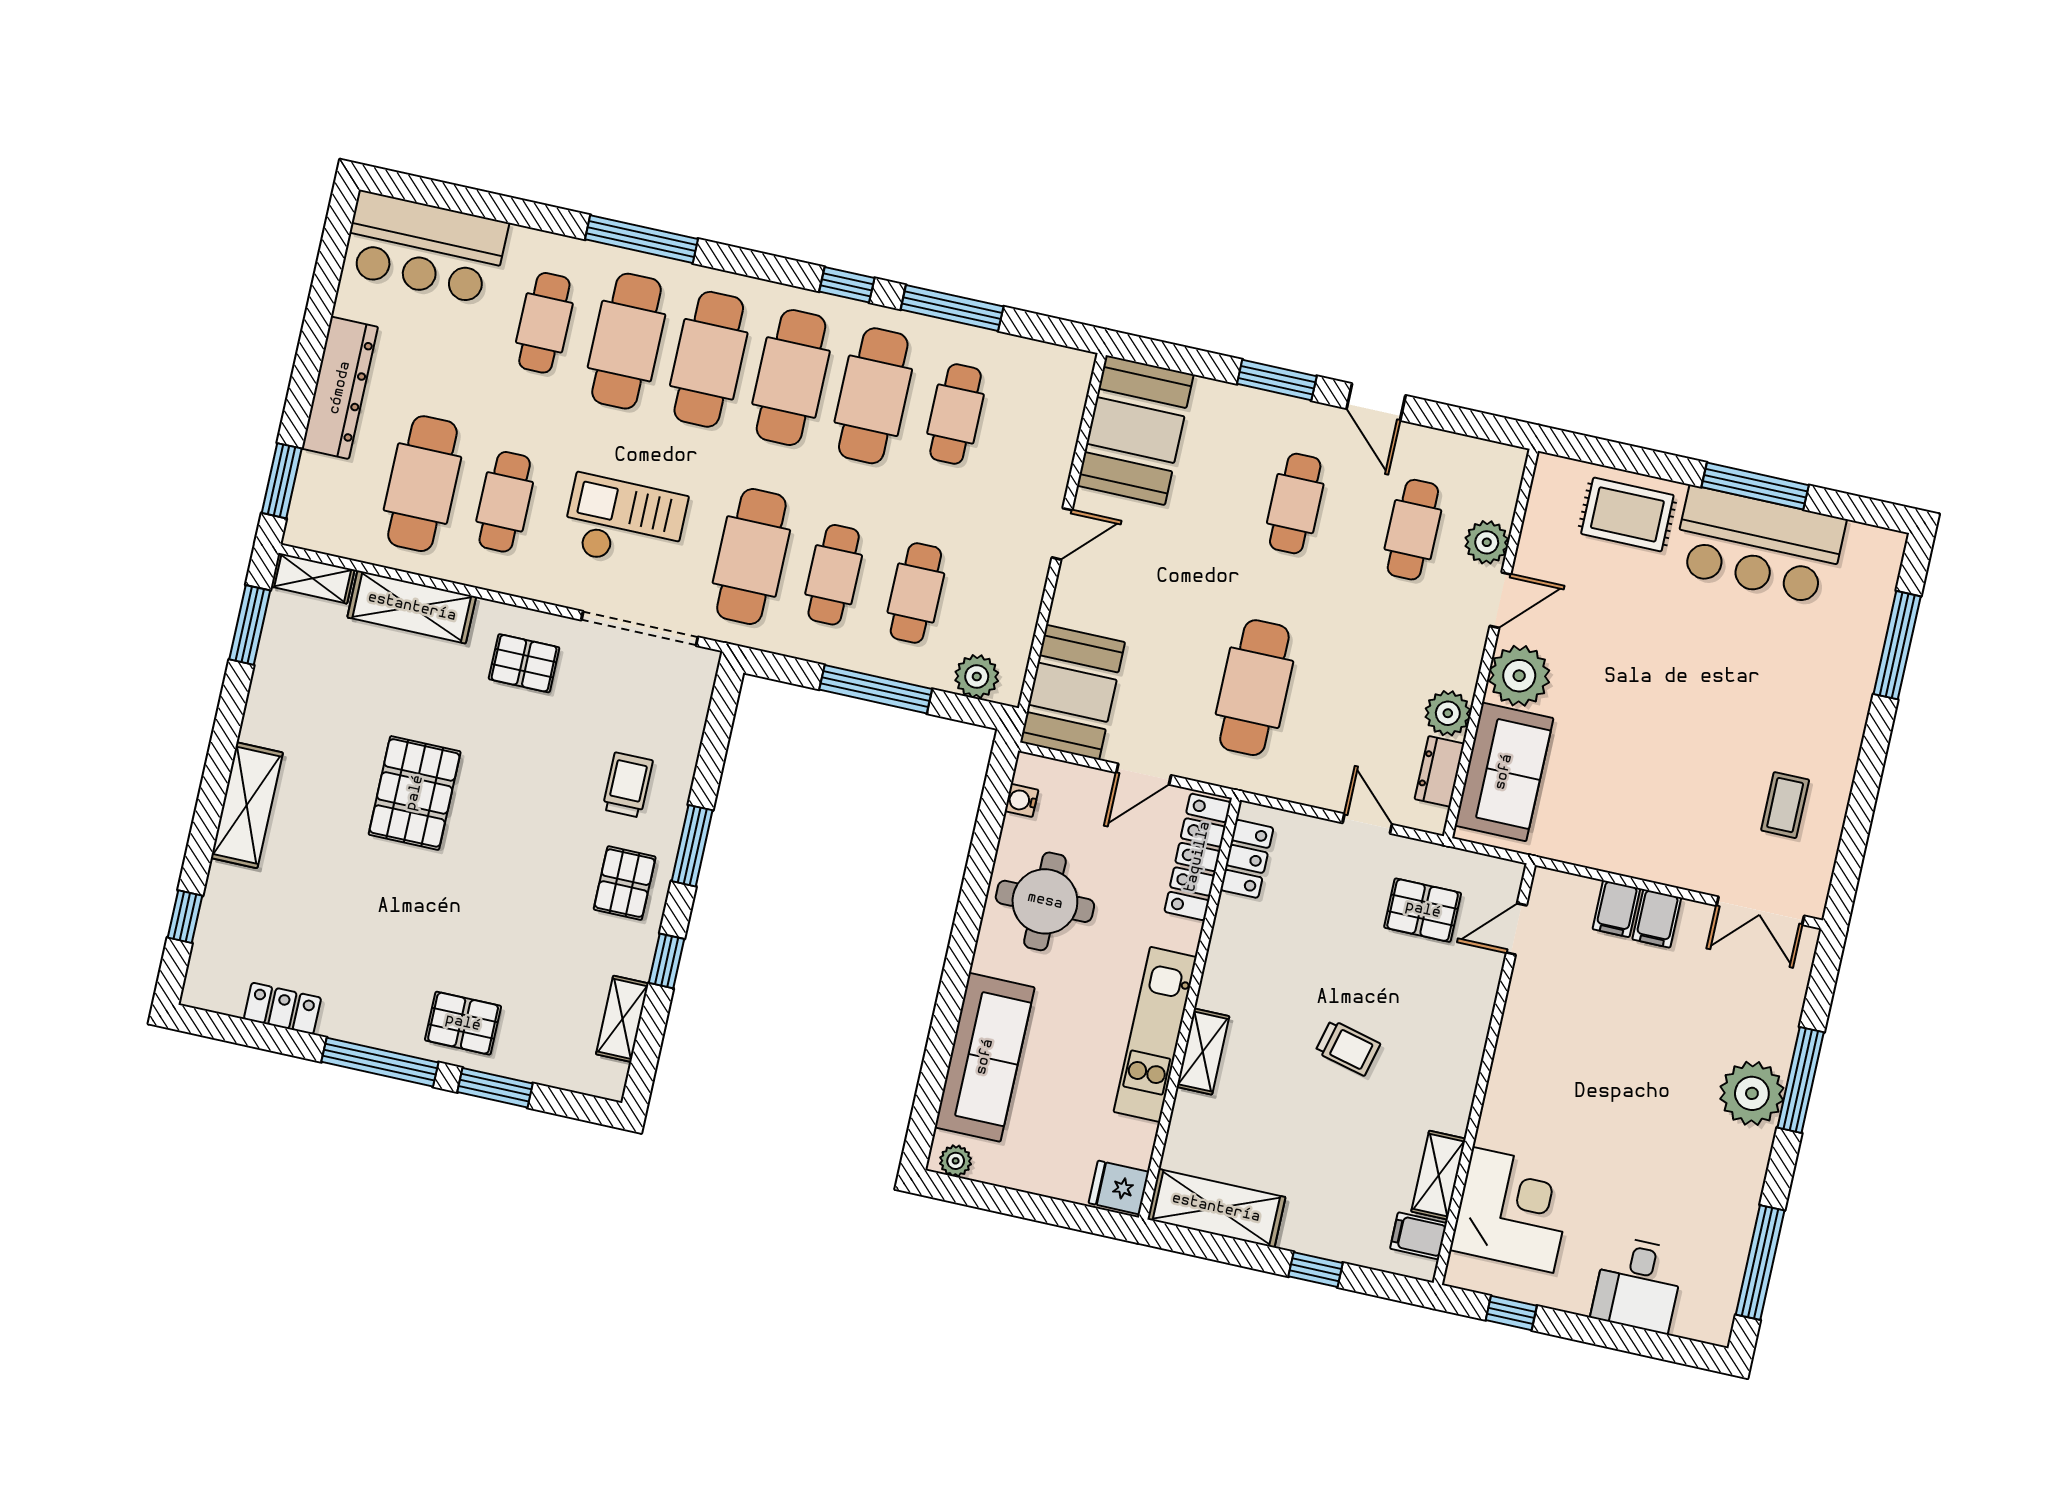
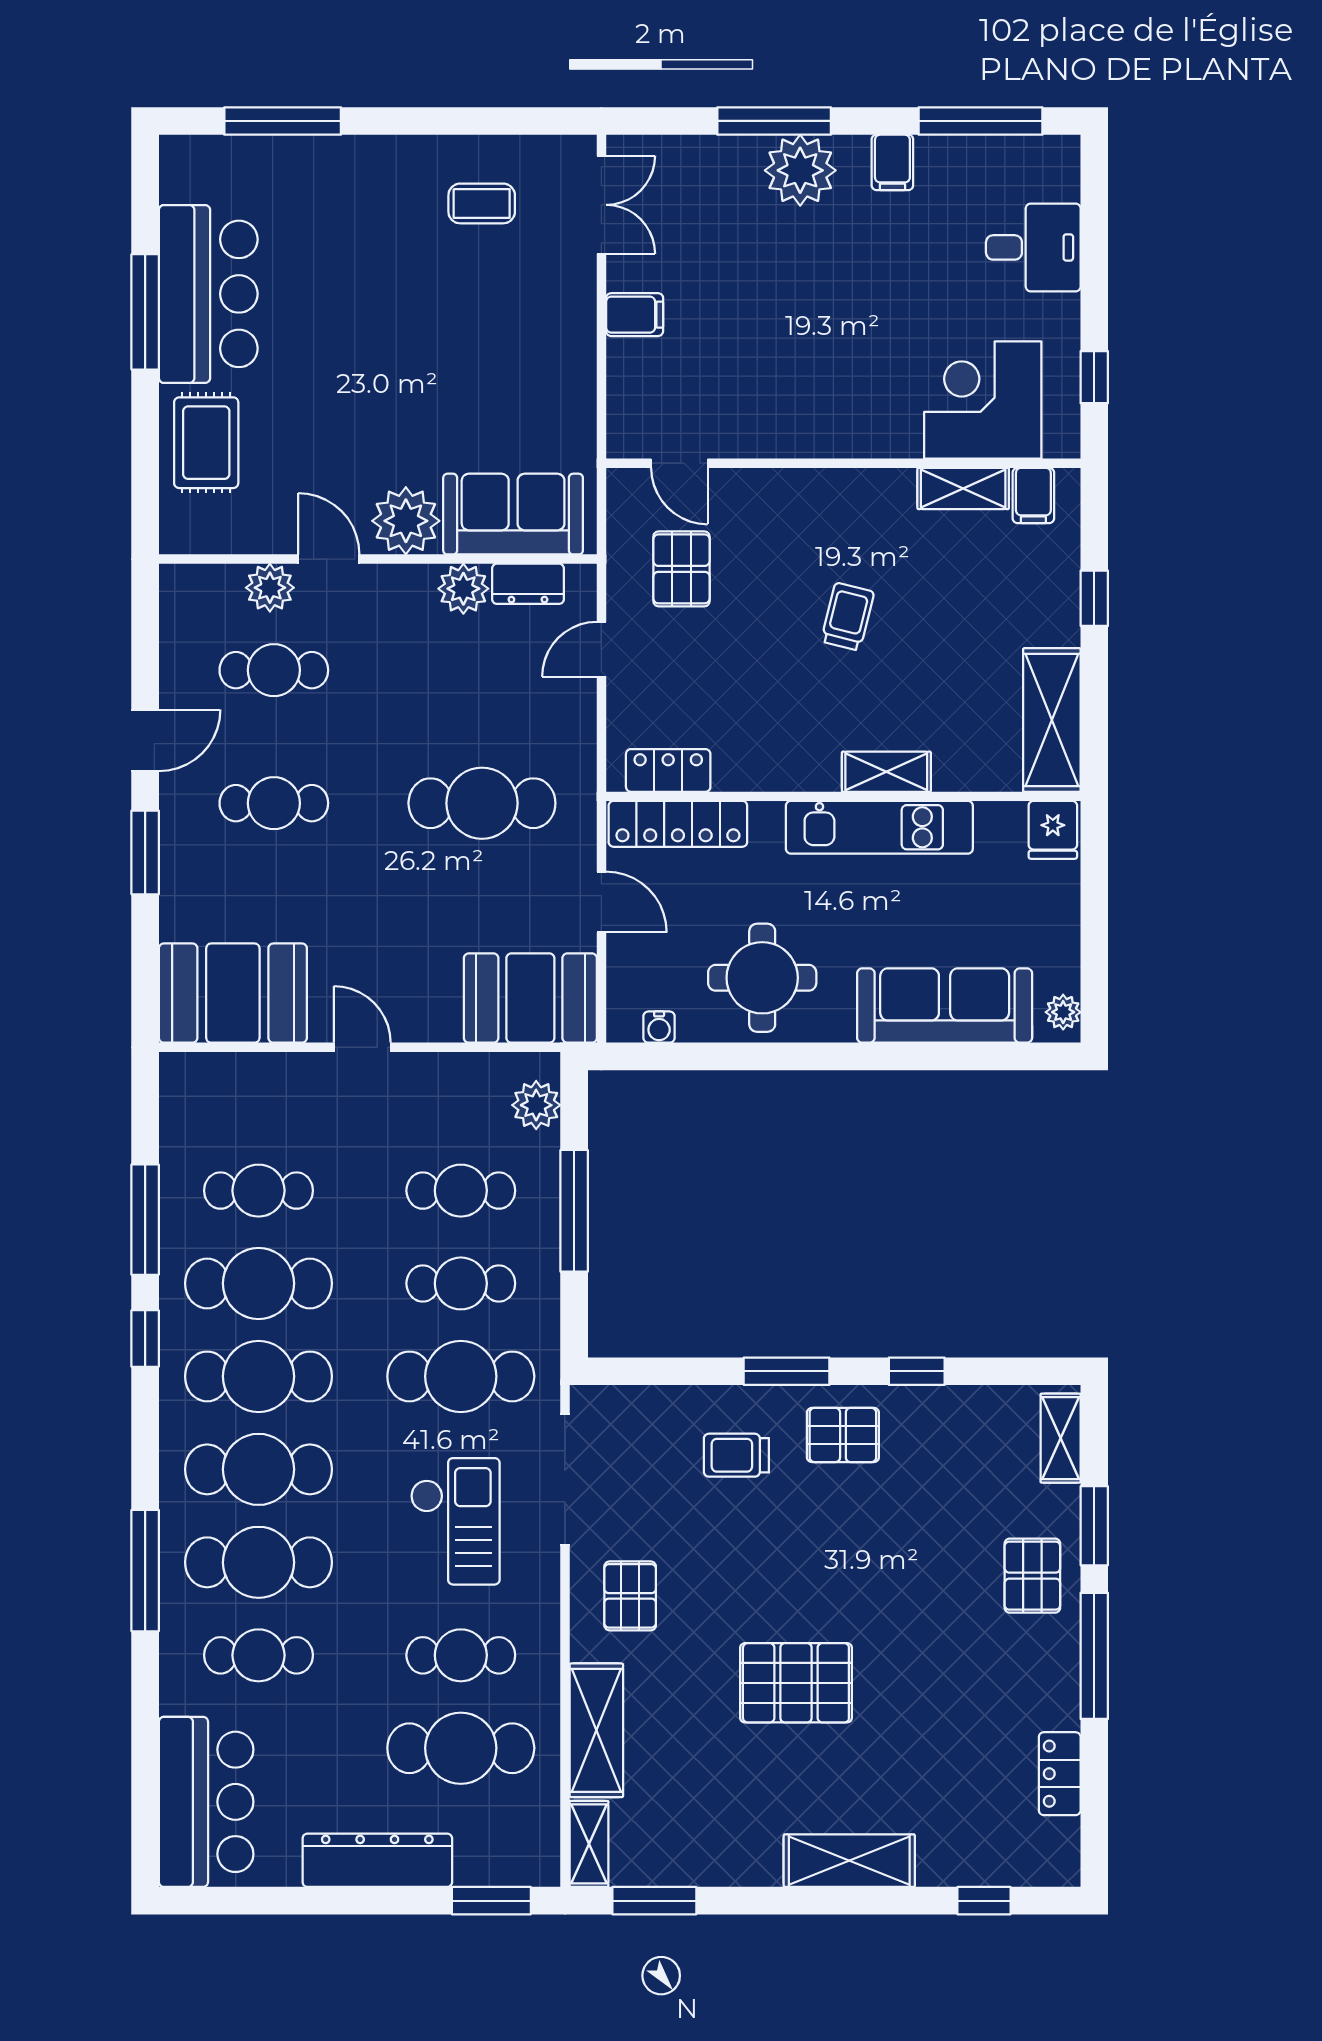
checkout: (624, 523) -> (455, 1521), turned 180
filing cabinet: (1616, 909) -> (892, 162), moved, turned 90
shelving: (622, 1019) -> (1061, 1438), moved, turned 90

